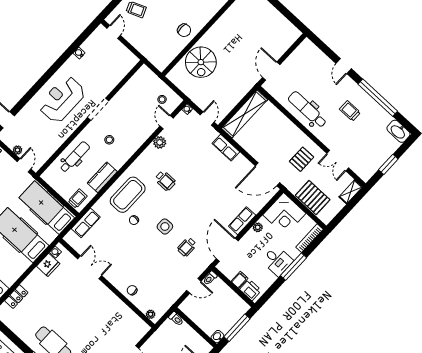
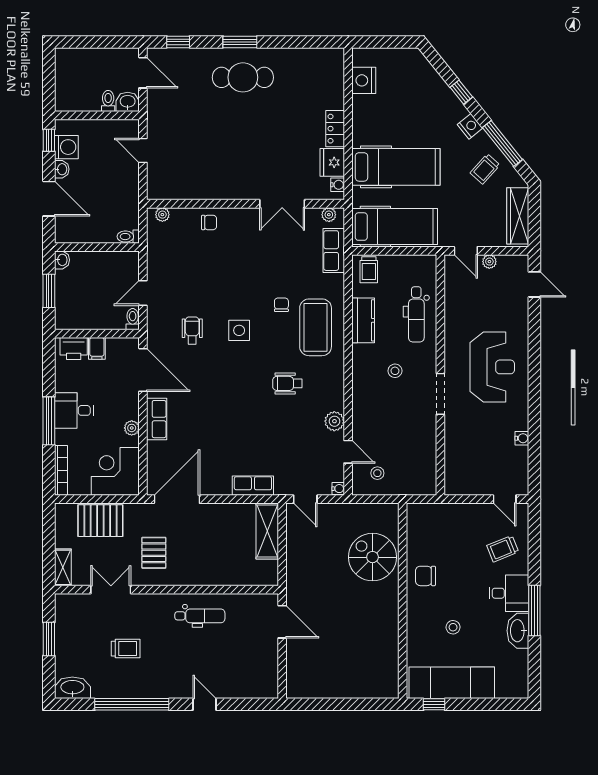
dental chair: (307, 110) -> (200, 616), width x0.73, depth x0.72
trolley: (350, 111) -> (126, 649), moved
shelving: (245, 114) -> (267, 531), width x0.68
plant: (73, 242) -> (329, 215), added
locker: (16, 297) -> (335, 129), moved
window: (237, 328) -> (49, 291), width x0.69

